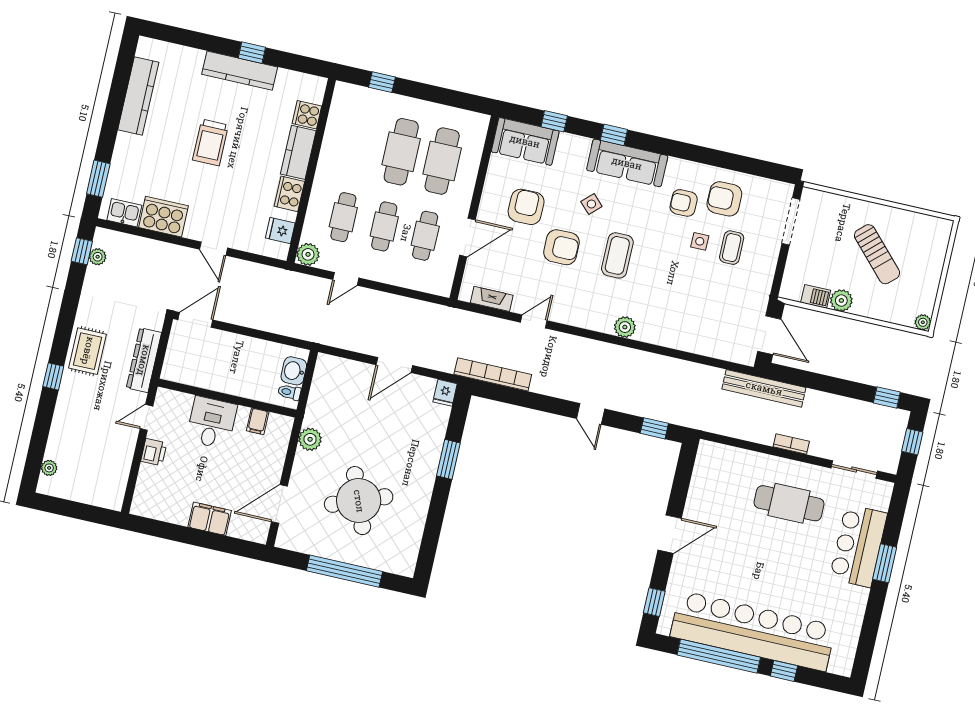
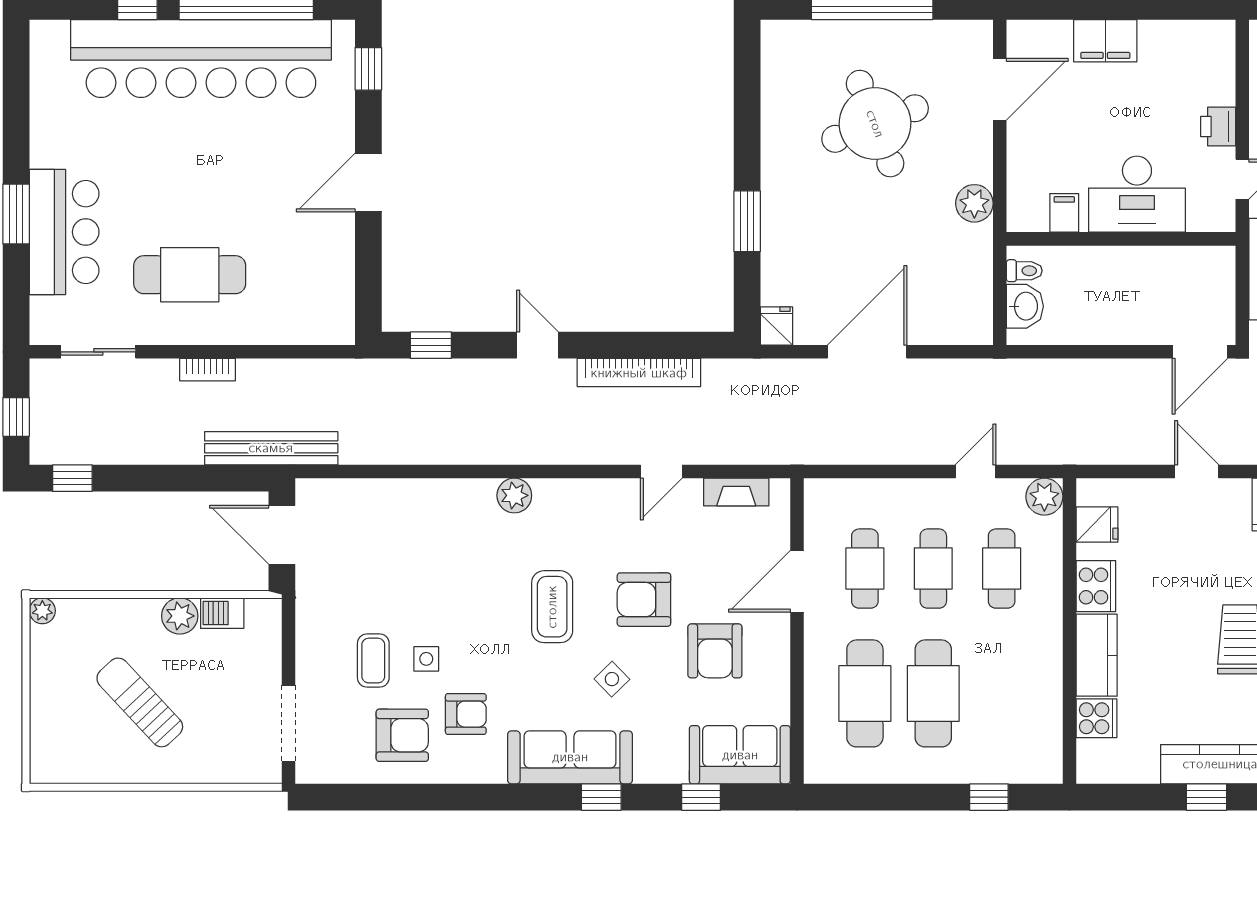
door: (394, 365) -> (867, 352), width x1.36
bookcase: (493, 374) -> (639, 373), moved
desk: (212, 423) -> (1137, 194), width x1.37

